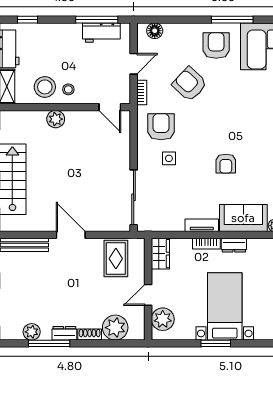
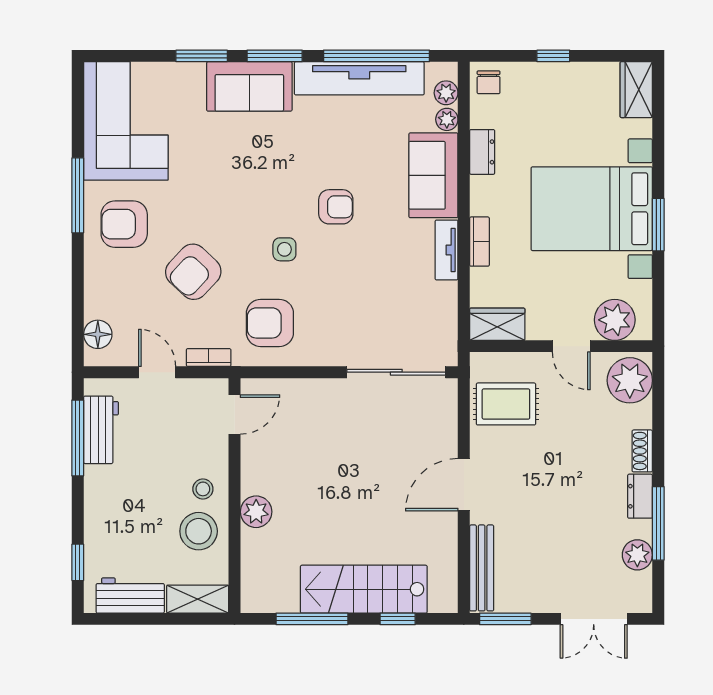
side table: (169, 158) -> (284, 249), moved
dresser: (234, 245) -> (482, 152), moved
bed with nightstands: (225, 306) -> (592, 209), width x1.36
plant: (115, 328) -> (630, 380), moved

